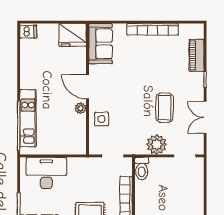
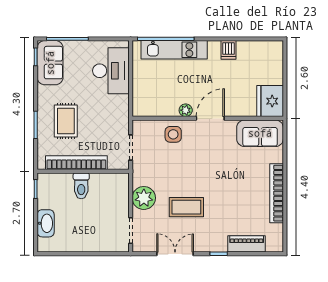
dishwasher: (28, 32) -> (228, 50), moved
toilet: (142, 169) -> (81, 186), moved, turned -90

